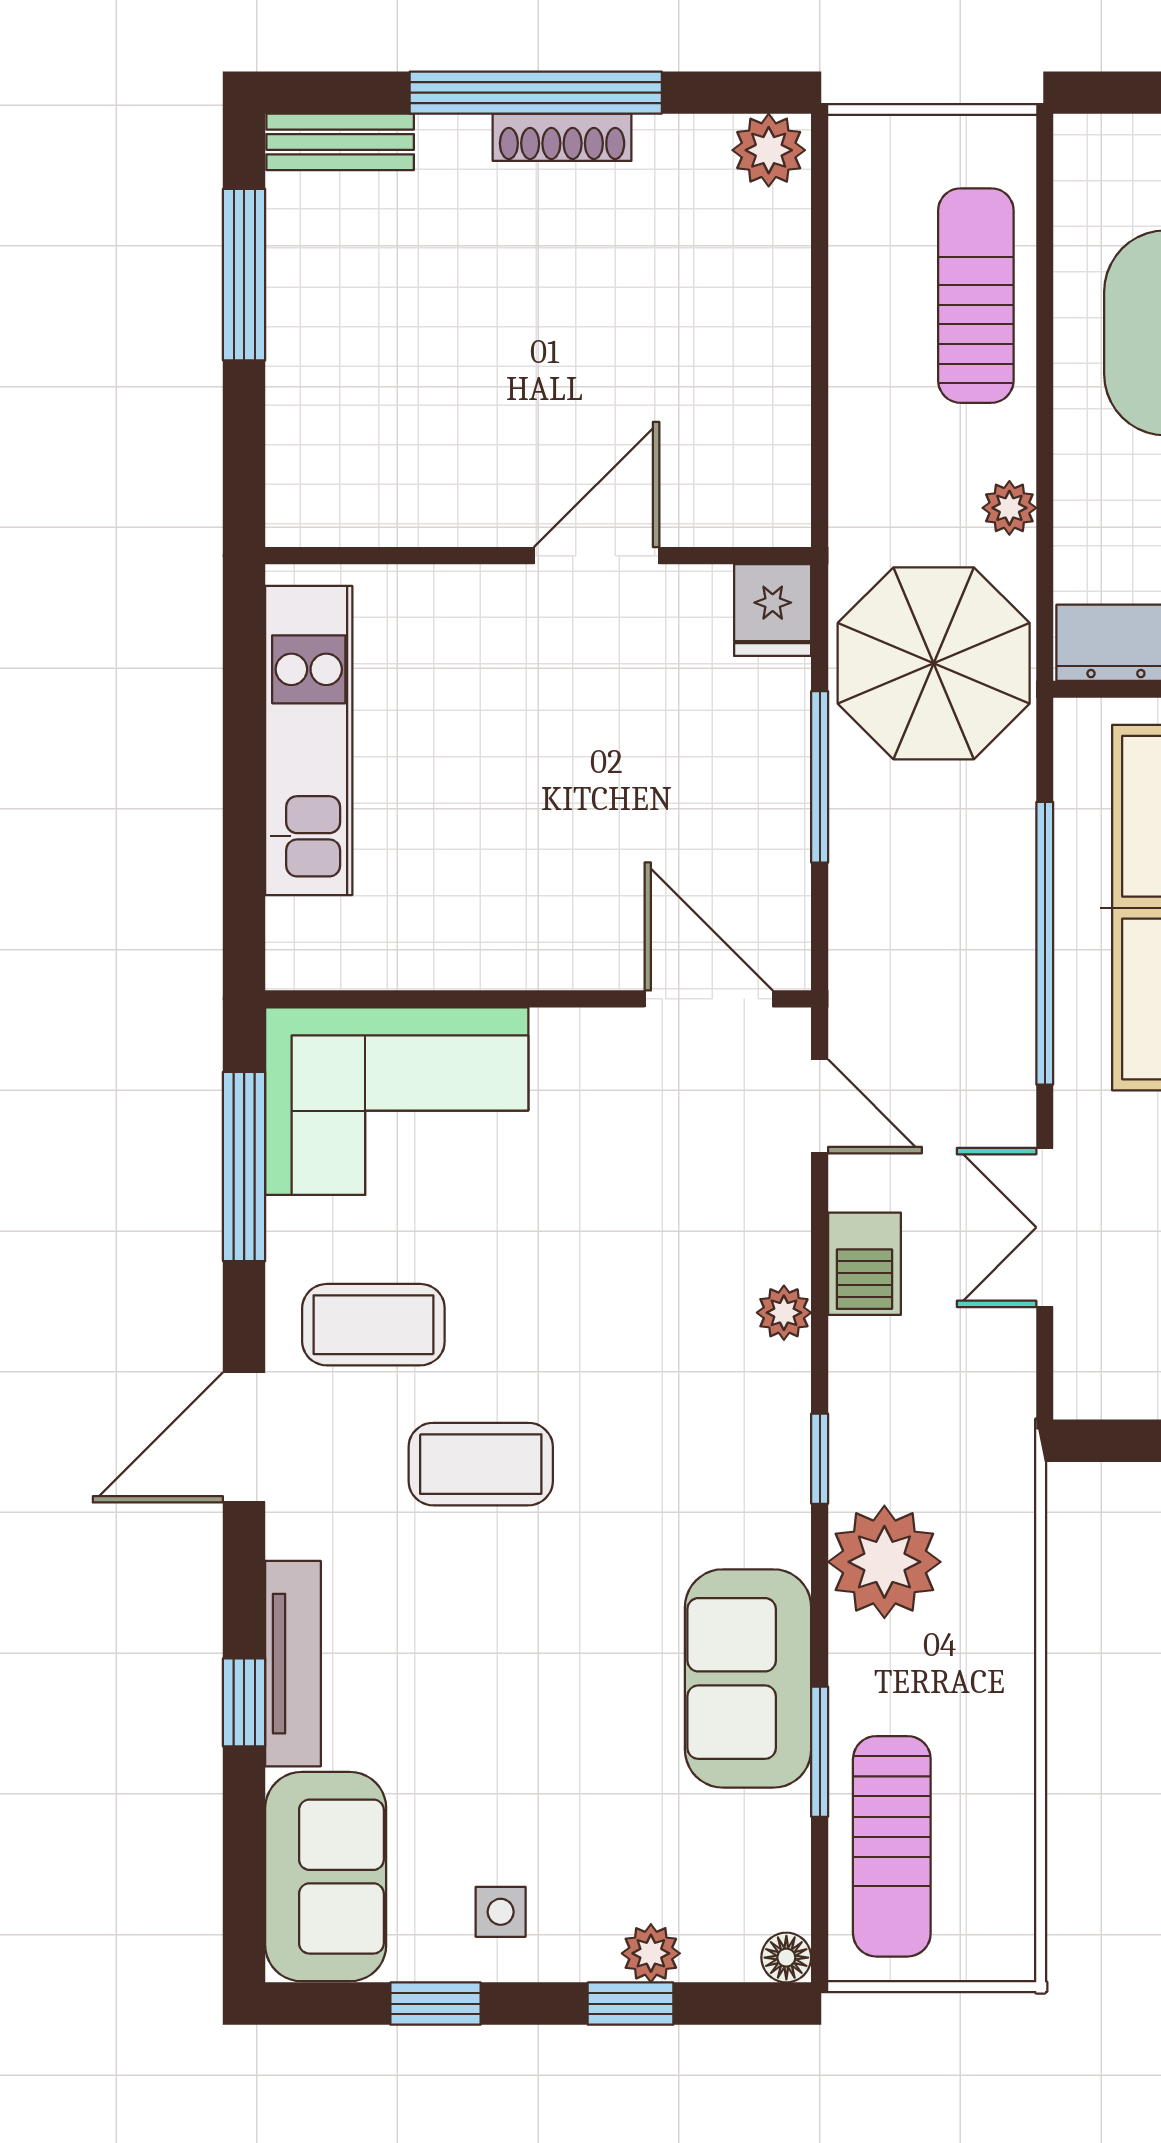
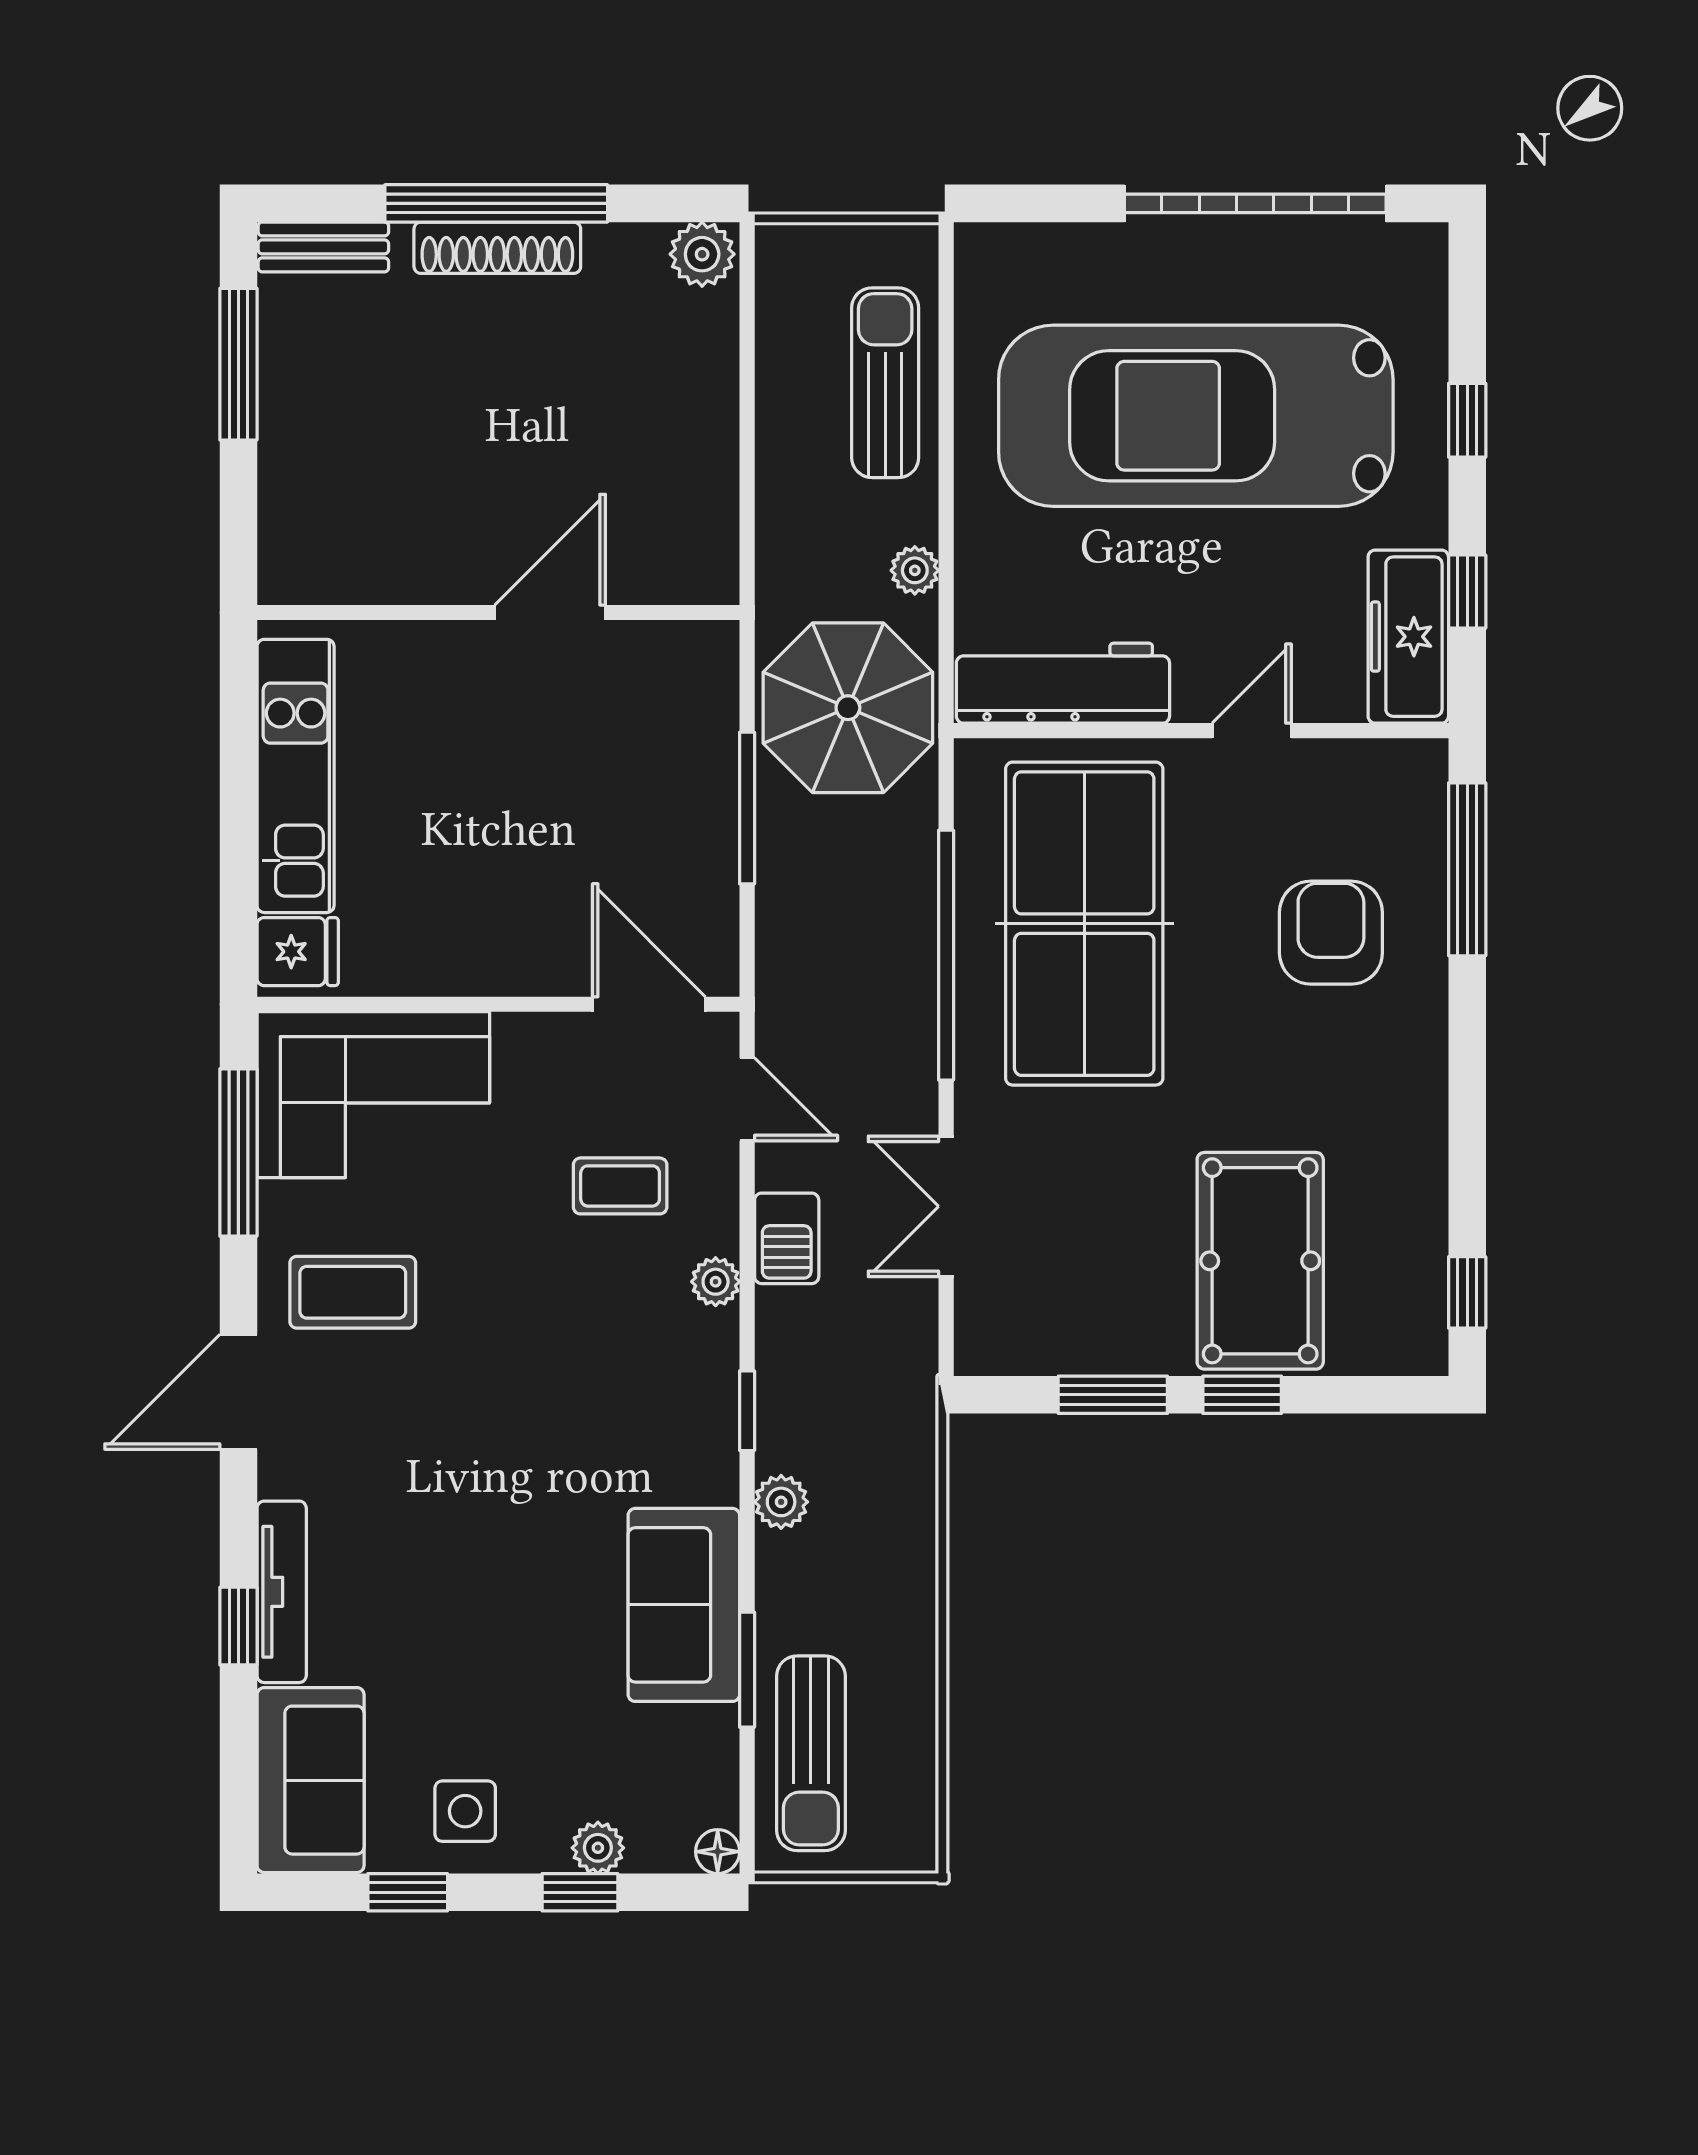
shoe rack: (562, 137) -> (497, 248), width x1.36, depth x1.24
fridge: (773, 610) -> (298, 952), moved, turned -90
coffee table: (481, 1464) -> (620, 1186), moved, width x0.73, depth x0.77
plant: (884, 1562) -> (781, 1502), width x0.53, depth x0.53
side table: (501, 1912) -> (465, 1811), width x1.37, depth x1.37

